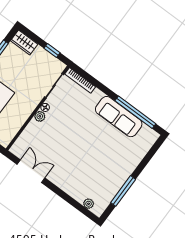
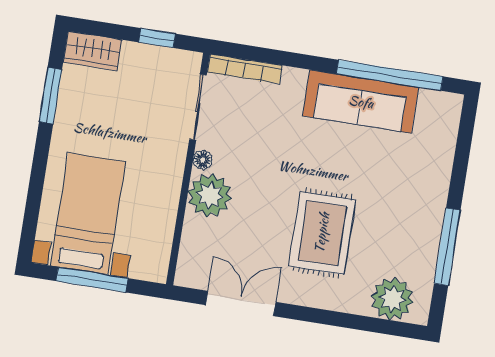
plant: (40, 116) -> (210, 195), width x1.88, depth x1.88
rug: (77, 160) -> (322, 233), added
plant: (89, 204) -> (392, 299), width x1.87, depth x1.87

